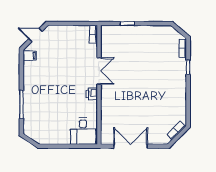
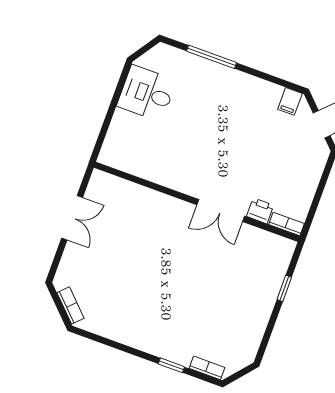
printer: (92, 94) -> (260, 211), moved
desk: (83, 131) -> (147, 93), moved
double door: (131, 146) -> (72, 218), width x0.73

